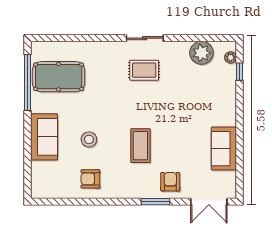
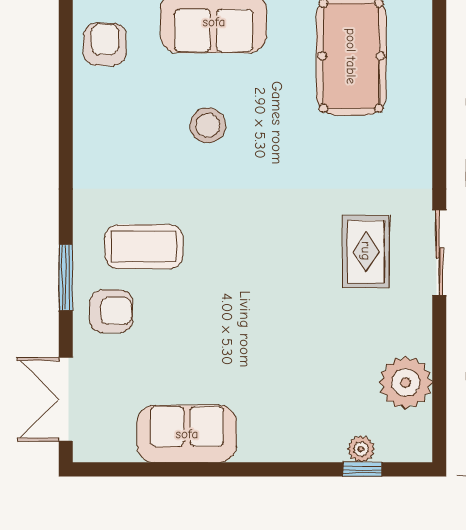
plant: (231, 57) -> (361, 449), moved
coffee table: (140, 146) -> (144, 247), moved
armchair: (90, 179) -> (105, 44), moved

